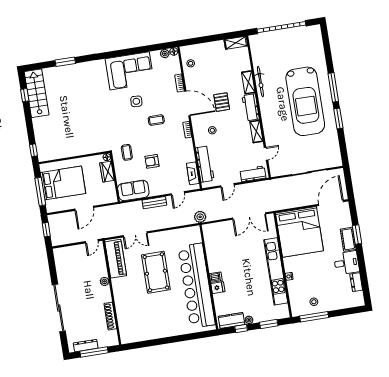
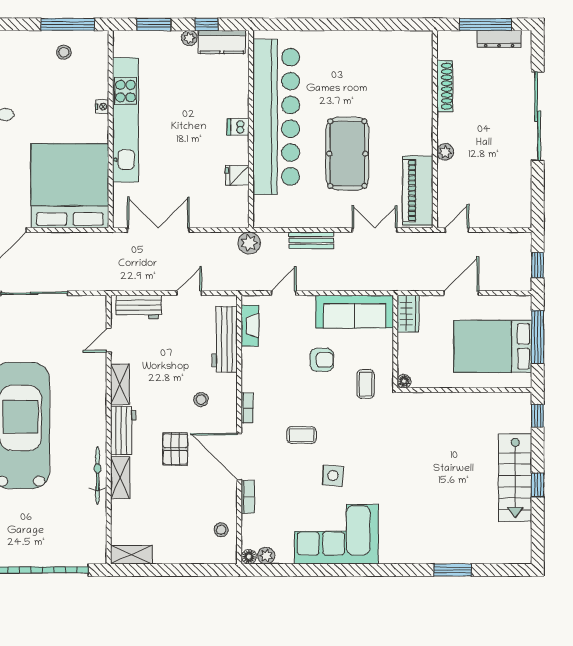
stairs: (37, 93) -> (515, 477), moved
window: (25, 95) -> (538, 485), moved
wardrobe: (107, 172) -> (408, 314), moved
sofa: (133, 190) -> (355, 312), width x1.36
bench: (154, 203) -> (311, 240), moved
fridge: (218, 288) -> (237, 175), moved

